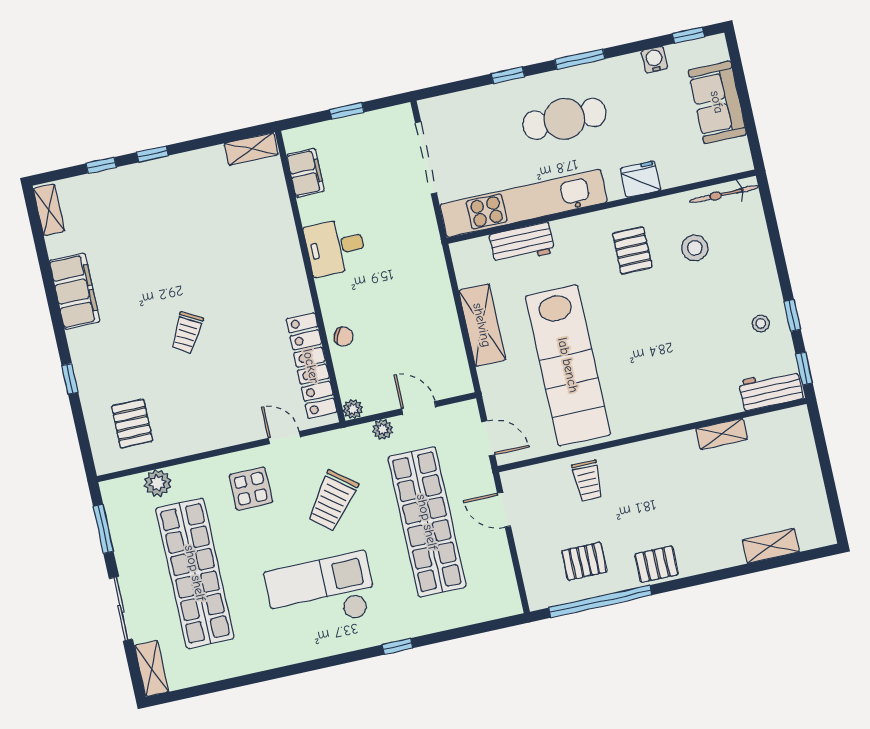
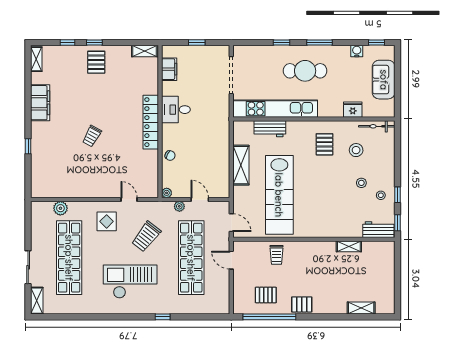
fridge: (641, 179) -> (353, 110), moved
stool: (719, 308) -> (361, 183), added
locker: (311, 366) -> (151, 122), moved
pallet: (132, 424) -> (96, 62), moved
window: (103, 529) -> (28, 225), removed

